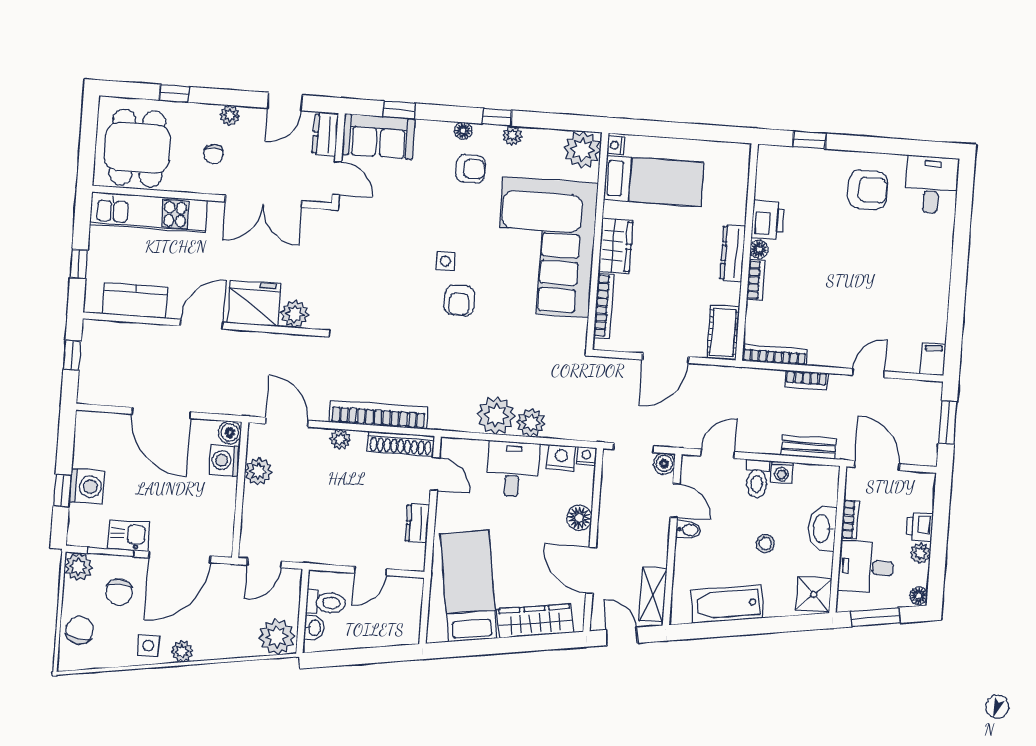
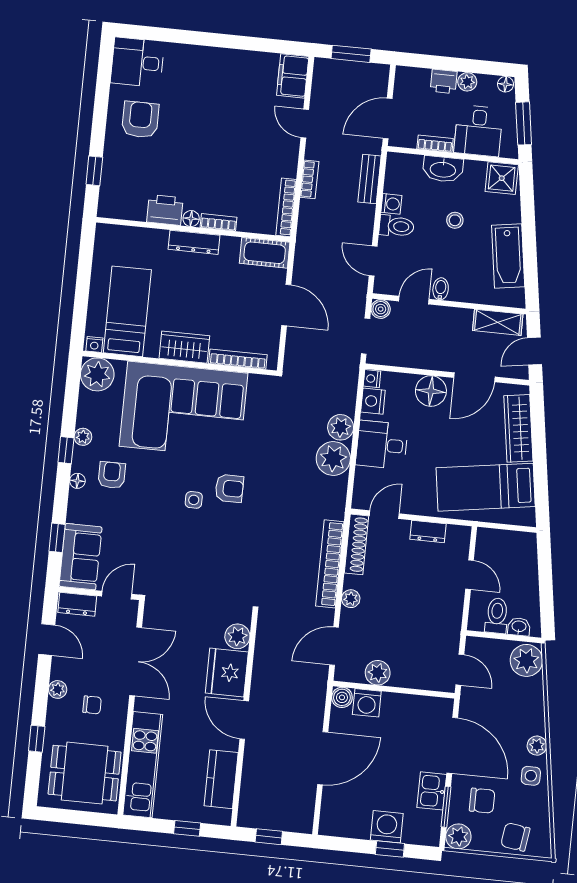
filing cabinet: (933, 359) -> (293, 76), width x2.00
floor lamp: (579, 518) -> (431, 391), width x1.38, depth x1.38

